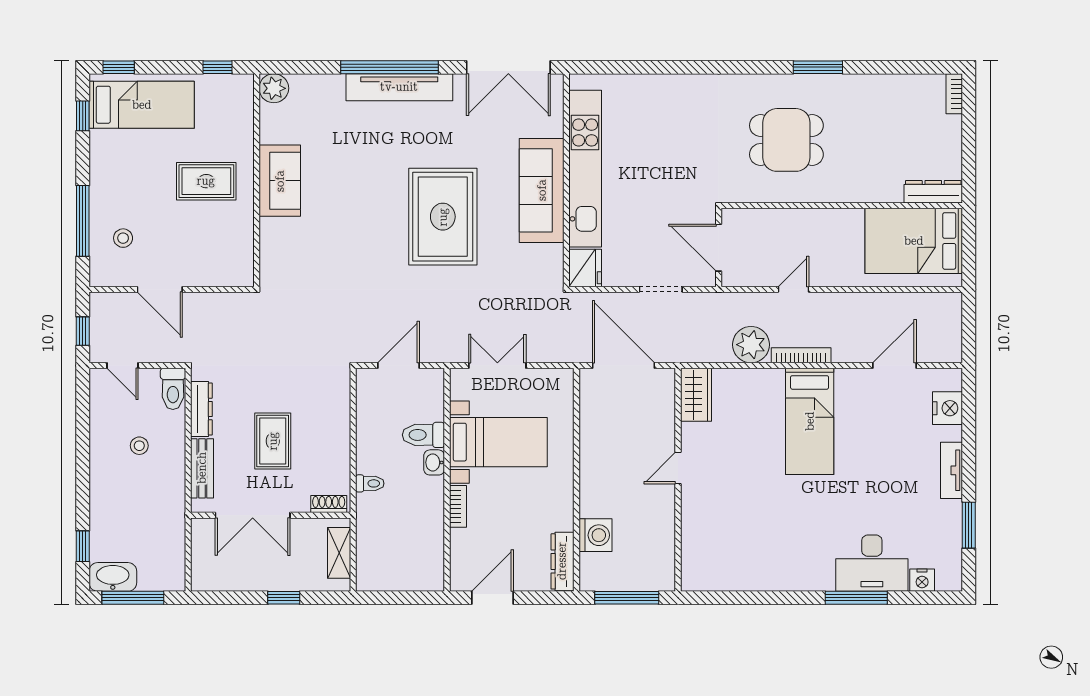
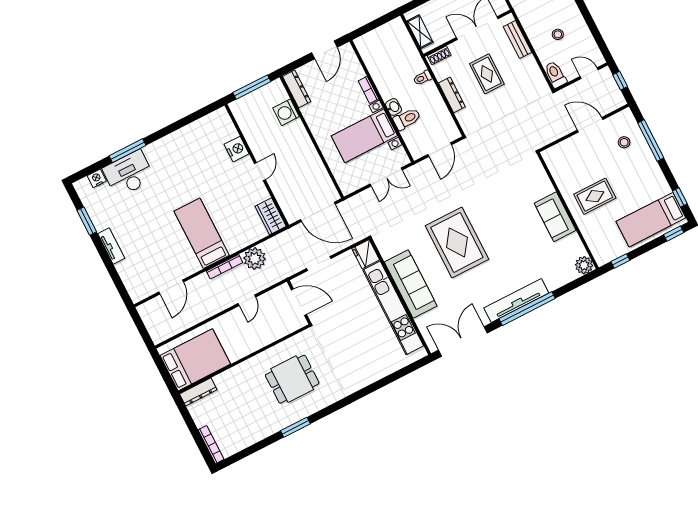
bookcase: (954, 94) -> (211, 445), width x1.56
nightstand: (948, 408) -> (237, 149), moved, turned 180
dresser: (201, 409) -> (452, 95), moved, turned 180

